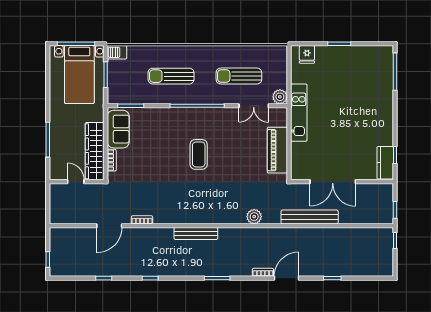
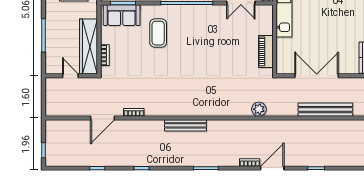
sofa: (118, 129) -> (122, 15), moved, turned 90
piano: (277, 150) -> (266, 51), width x0.73, depth x0.75
coffee table: (199, 154) -> (158, 33), moved
double door: (333, 182) -> (317, 76), swing flipped
plant: (254, 217) -> (259, 109), moved
bench: (310, 217) -> (325, 110), moved

